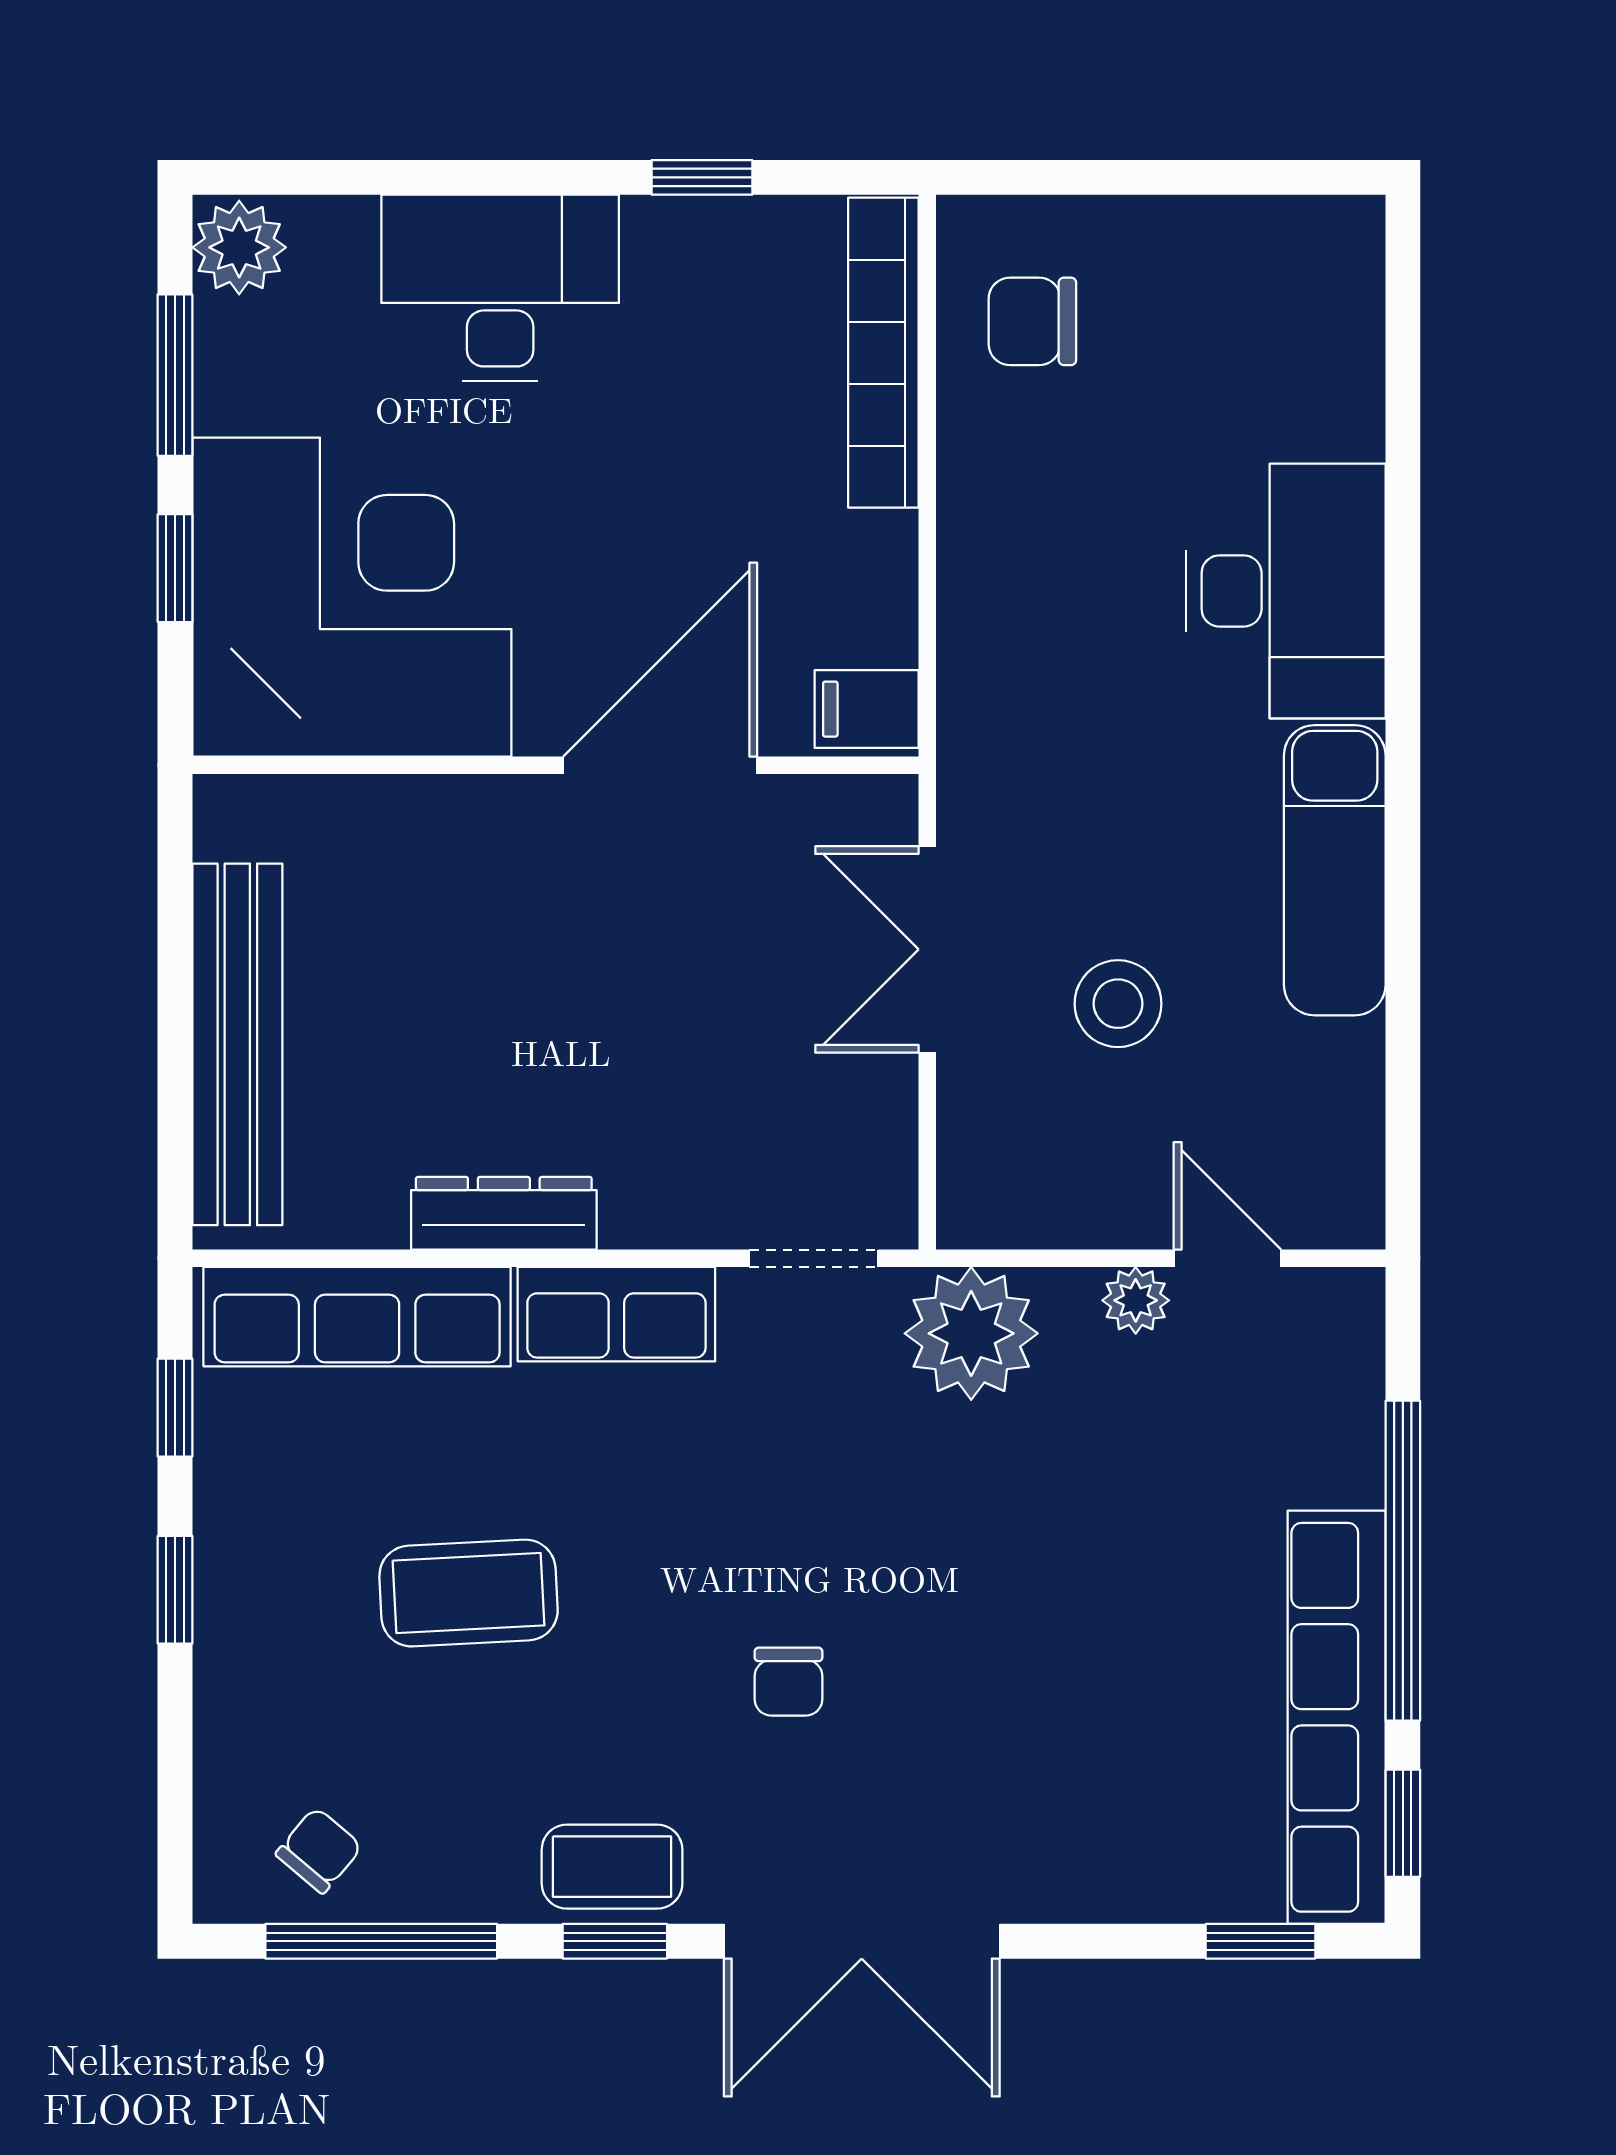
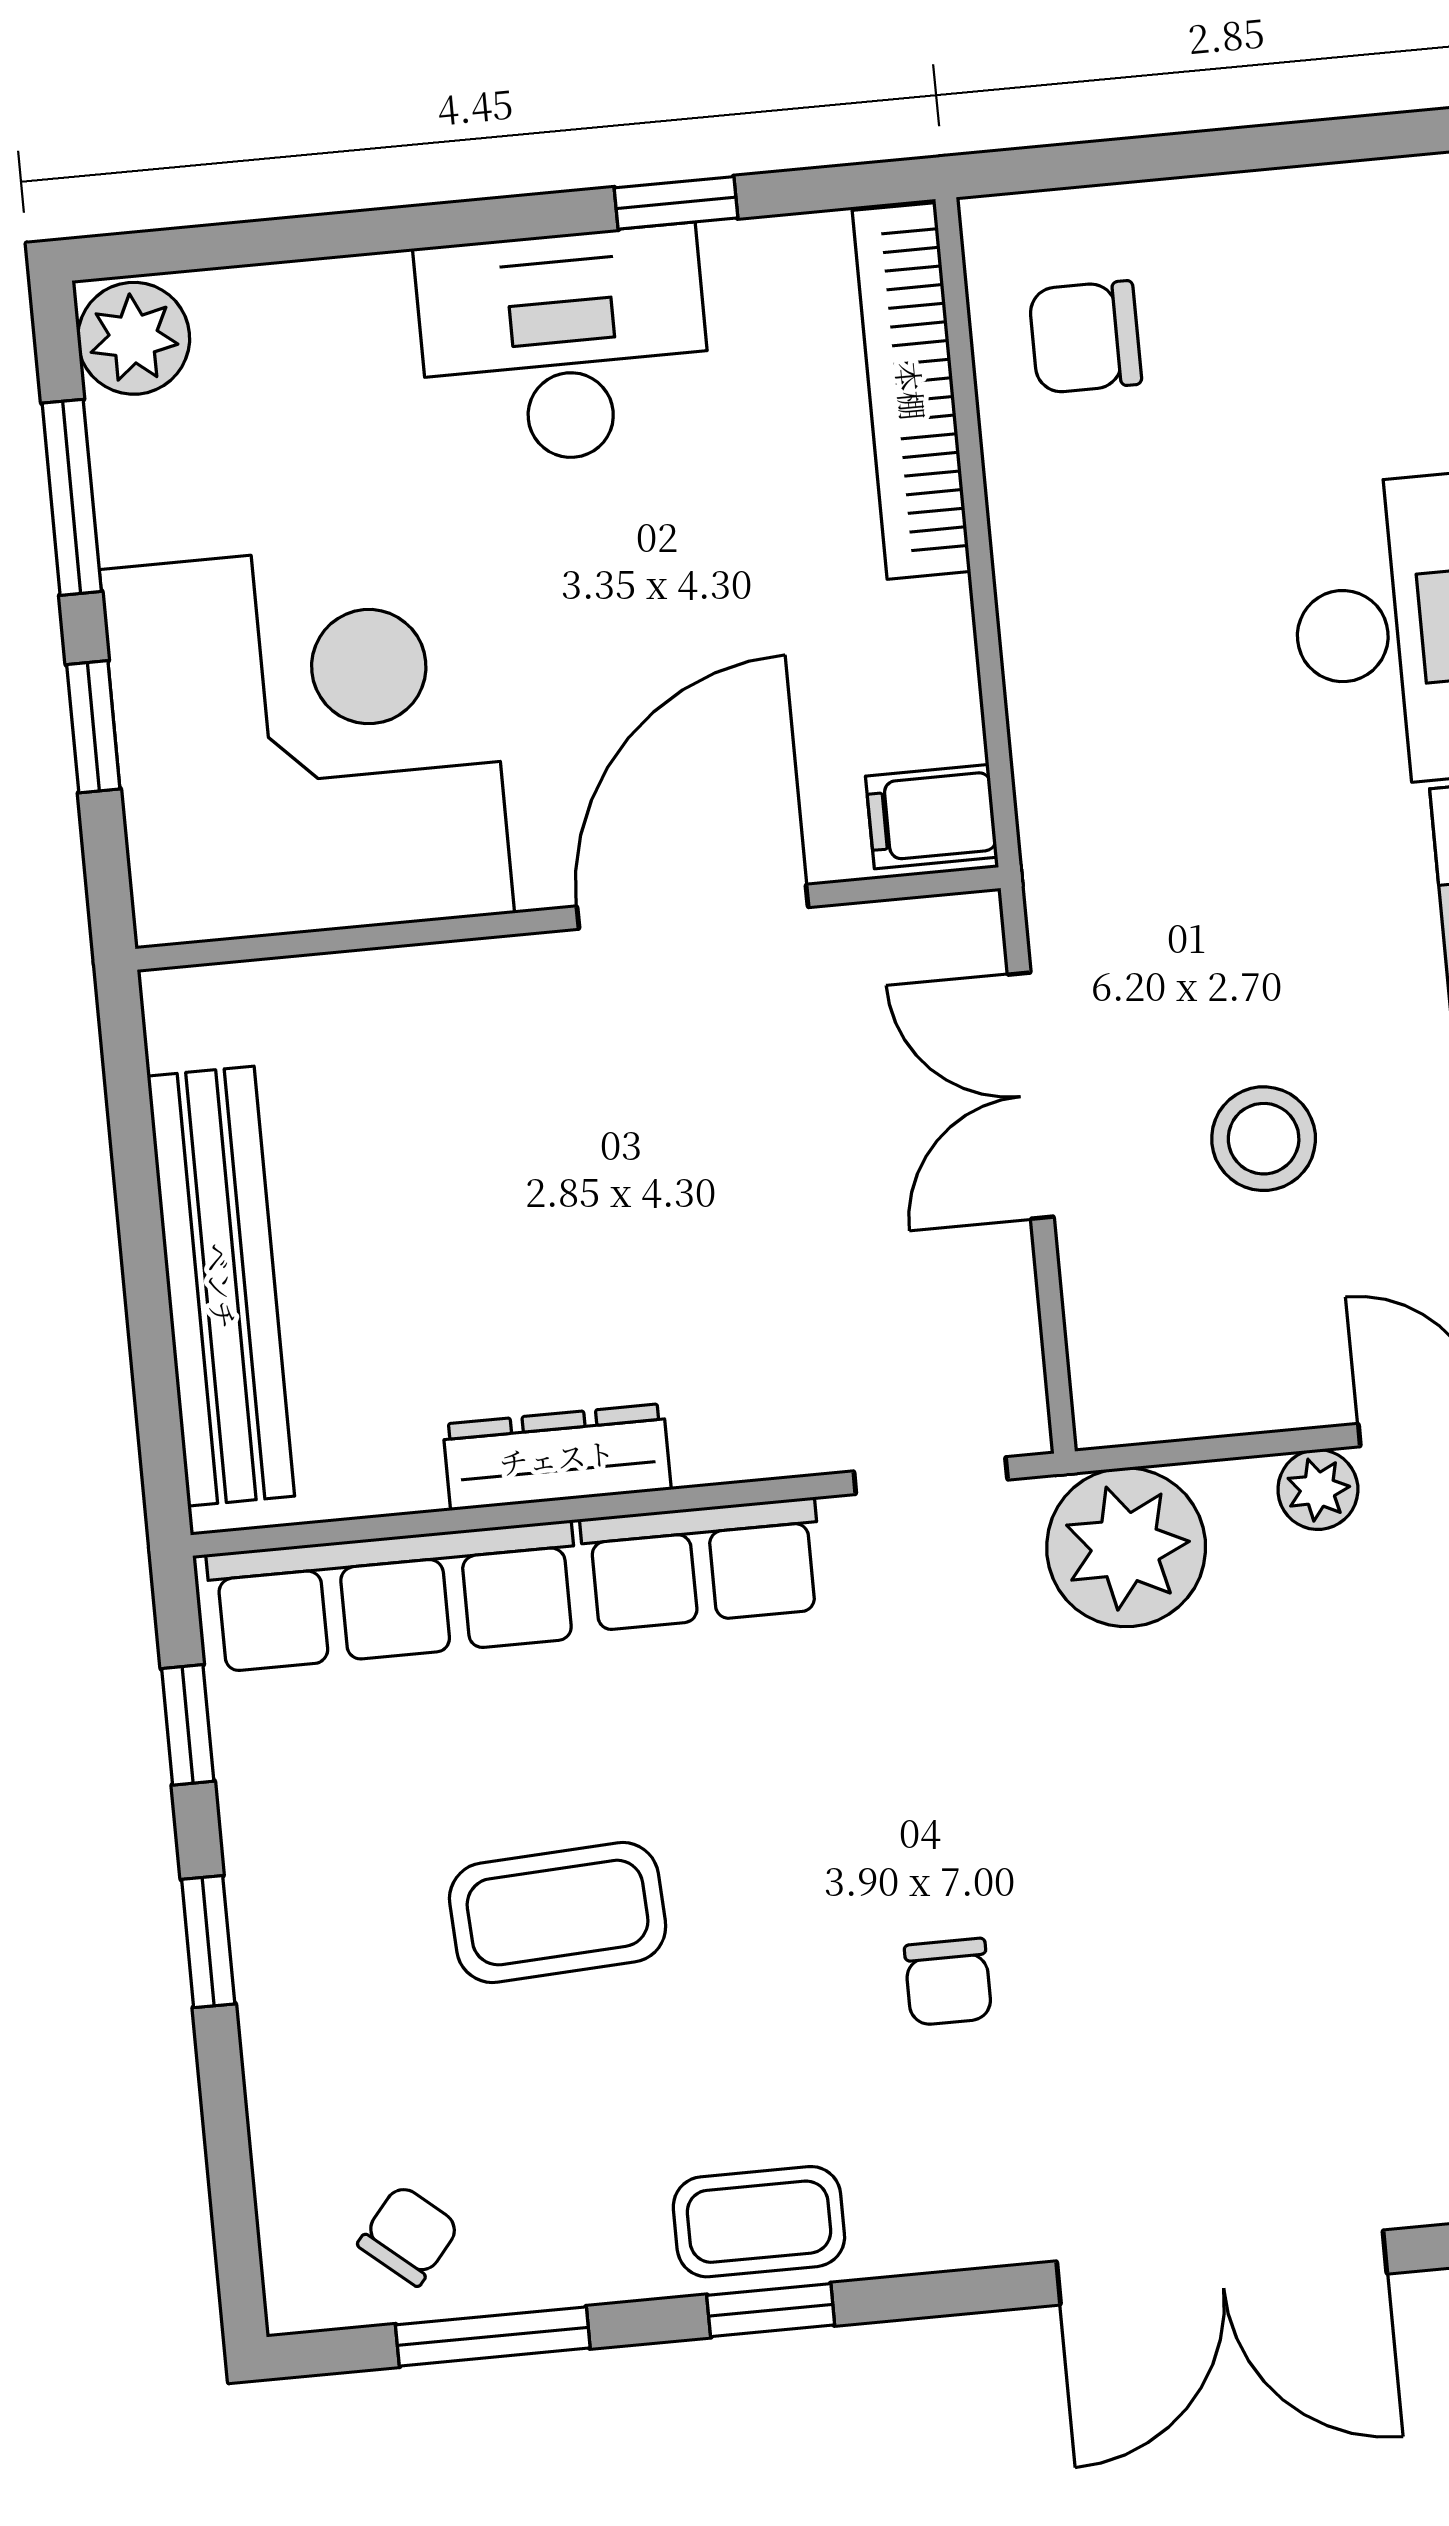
desk: (500, 288) -> (564, 346), moved
window: (381, 1941) -> (493, 2336), width x0.69
double door: (862, 1941) -> (1222, 2268), moved

